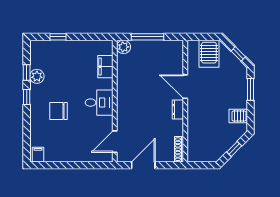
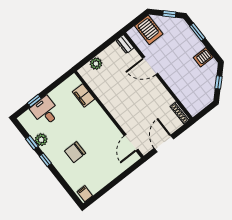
window: (147, 37) -> (97, 52), removed
plant: (123, 47) -> (96, 64), moved
desk: (99, 103) -> (45, 111), moved, turned -90
dresser: (178, 109) -> (125, 44), moved

